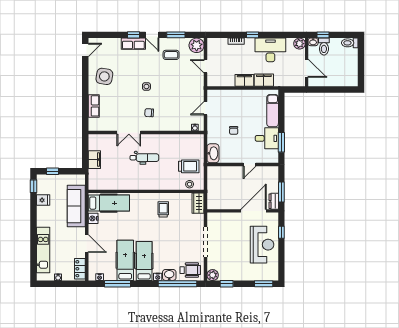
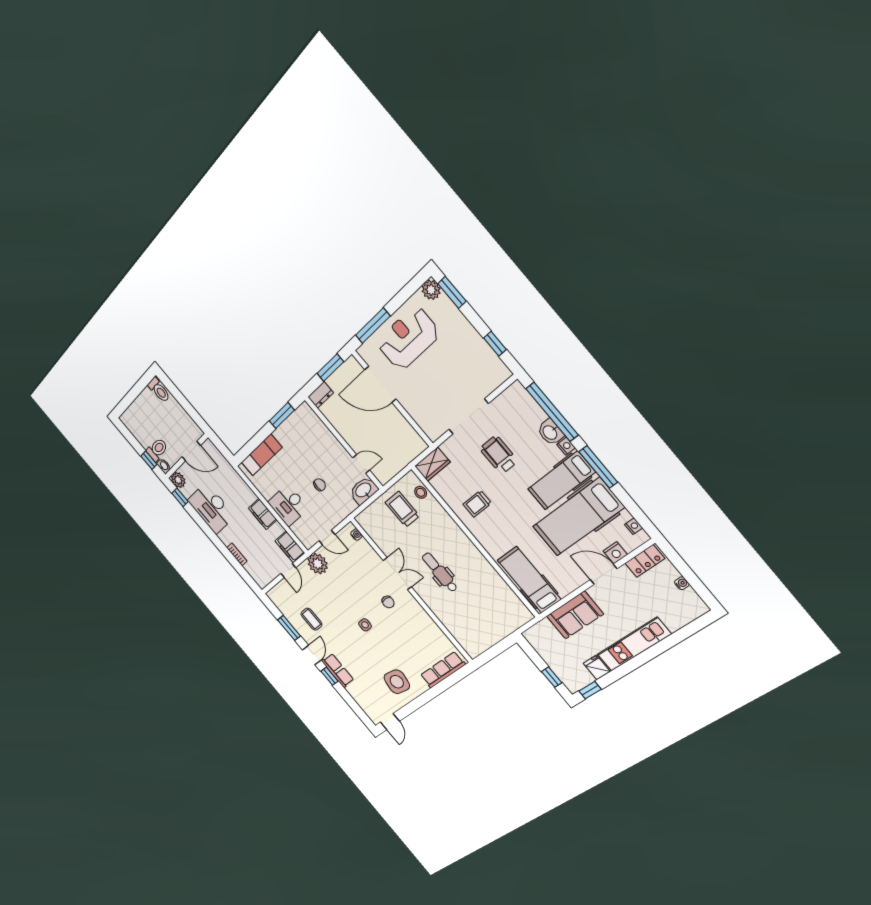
window: (252, 35) -> (180, 497), moved
toilet: (350, 43) -> (159, 390), moved
plant: (197, 45) -> (318, 564), moved
door: (85, 50) -> (390, 722), swing flipped
door: (307, 68) -> (191, 451), swing flipped
filing cabinet: (264, 80) -> (290, 547), moved
row of seats: (94, 106) -> (443, 670), width x1.48
double door: (129, 132) -> (397, 574), moved
desk: (267, 138) -> (288, 505), moved, turned -90
filing cabinet: (94, 160) -> (494, 633), removed
door: (250, 164) -> (361, 464), moved
dresser: (274, 201) -> (321, 395), moved
sofa: (76, 206) -> (575, 615), width x0.73
nightstand: (93, 218) -> (615, 553), moved
window: (281, 232) -> (373, 326), width x2.17
door: (87, 244) -> (604, 574), hinge flipped
kitchen unit: (43, 250) -> (634, 644), moved
hospital bed: (125, 260) -> (578, 517), width x1.37, depth x1.29
wheelchair: (190, 270) -> (499, 455), moved
plant: (213, 275) -> (431, 290), moved
window: (117, 284) -> (598, 467), moved

